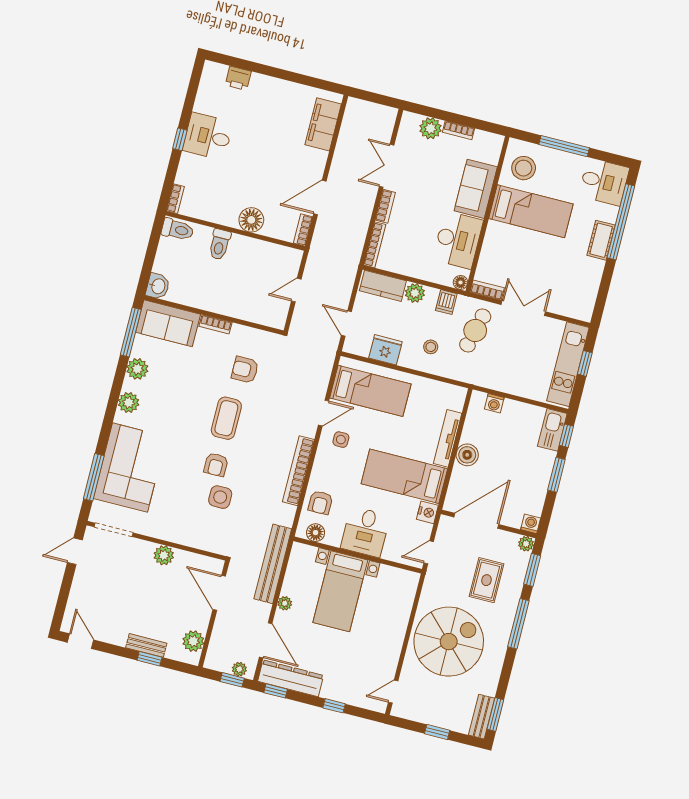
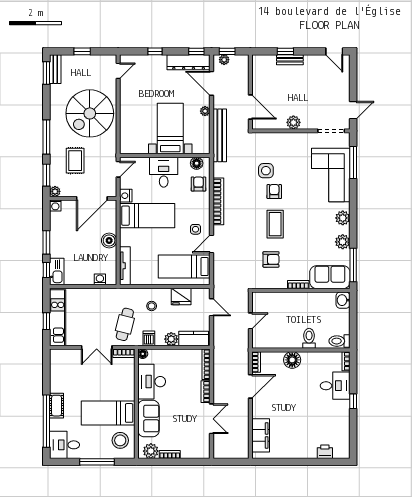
plant: (430, 128) -> (151, 451), moved
desk: (208, 136) -> (335, 386), moved
tv unit: (448, 438) -> (125, 266), moved
plant: (193, 641) -> (259, 71), removed

